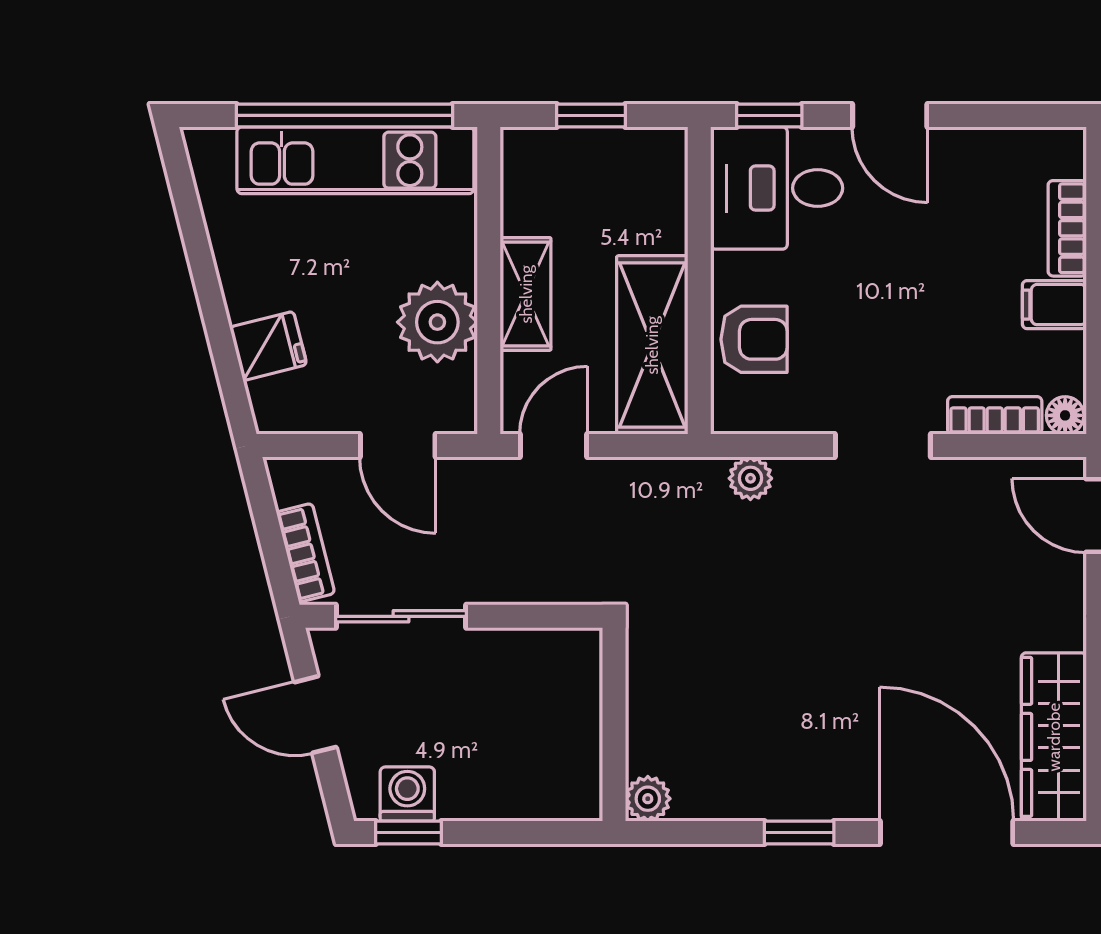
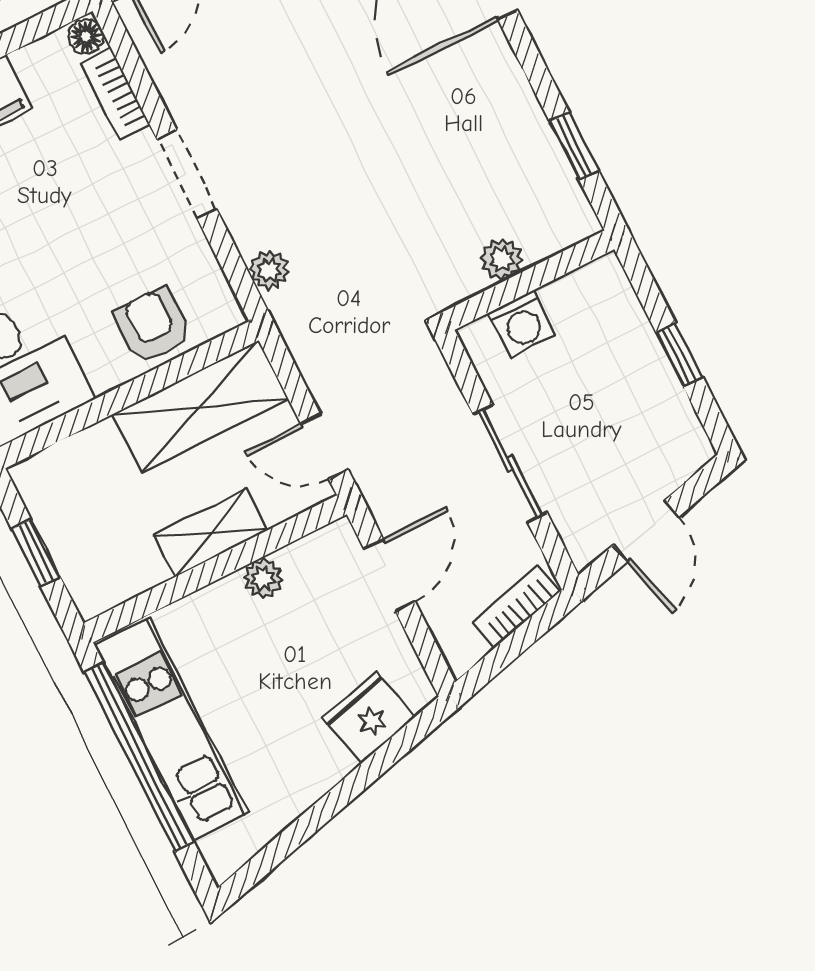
plant: (437, 322) -> (263, 578), width x0.53, depth x0.53
fridge: (268, 346) -> (369, 717), width x1.38
sliding door: (401, 616) -> (510, 463), moved
washing machine: (407, 794) -> (522, 324), moved, turned -90
plant: (648, 799) -> (502, 259), moved
window: (408, 833) -> (679, 355), moved
window: (799, 833) -> (574, 146), moved

